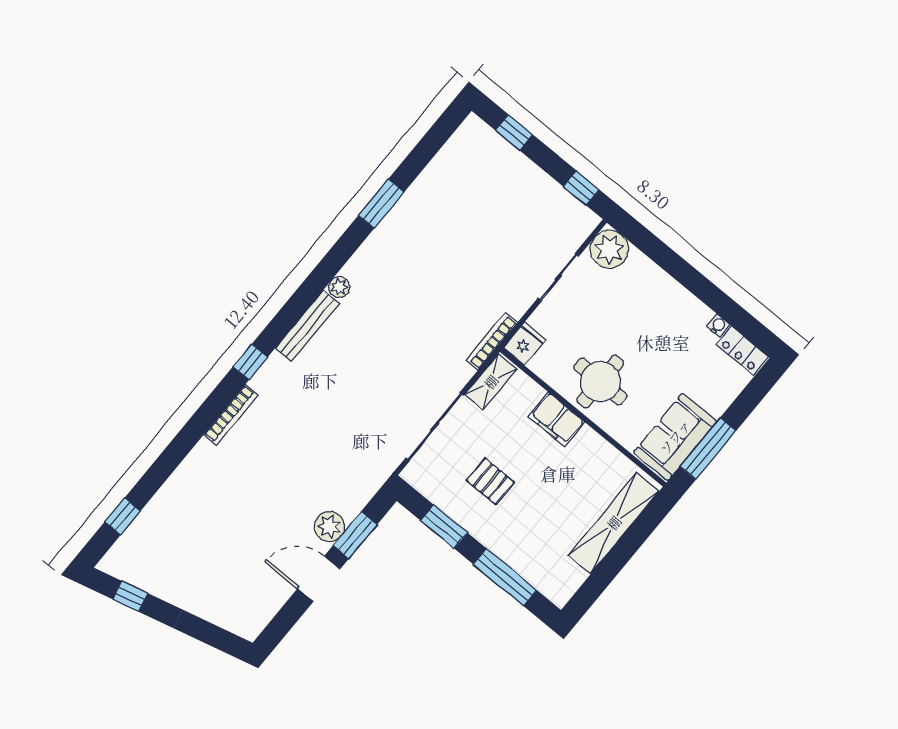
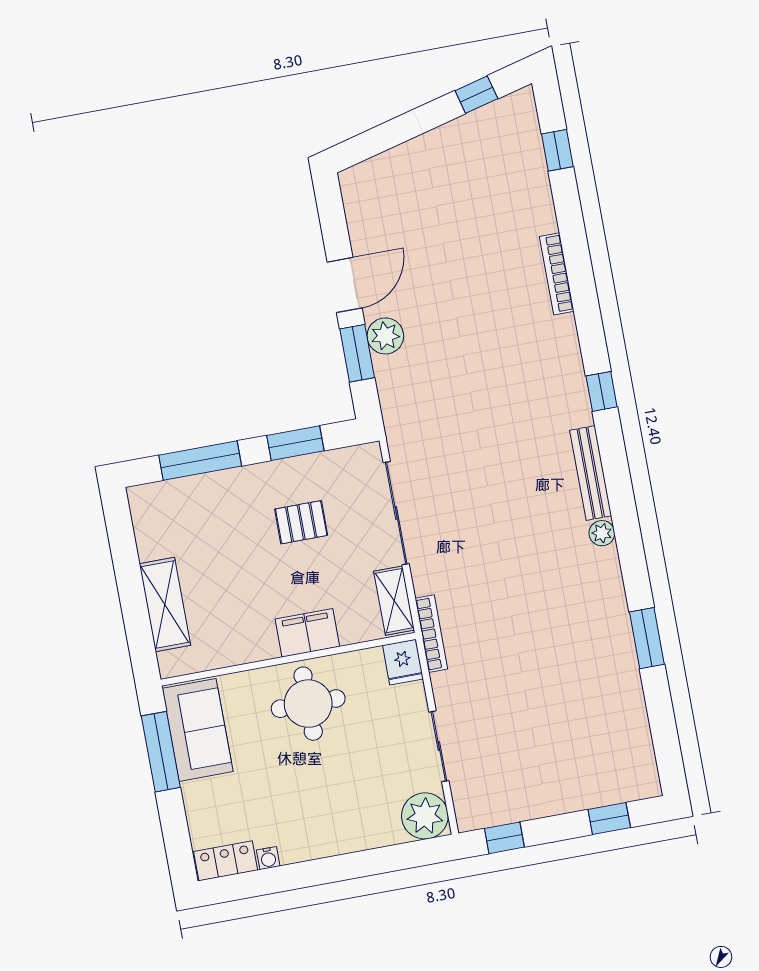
bookcase: (231, 415) -> (557, 274), moved
shelving: (614, 523) -> (165, 605), width x0.68

